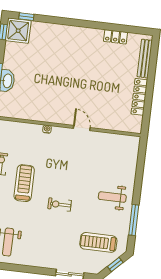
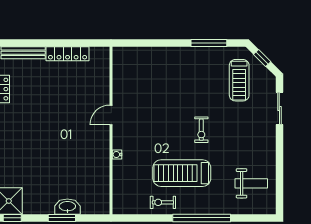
treadmill: (24, 183) -> (182, 173), width x1.37, depth x1.38
weight bench: (112, 197) -> (186, 71), removed

